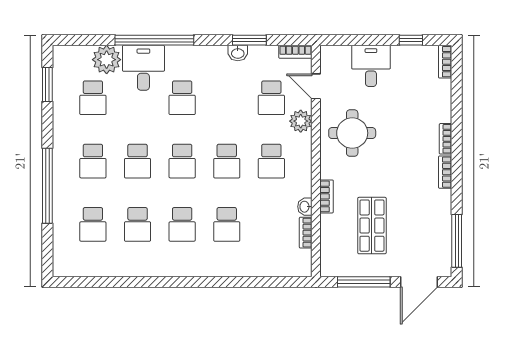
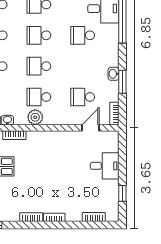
bookcase: (445, 62) -> (94, 217), moved
plant: (301, 121) -> (35, 117), moved
round table: (352, 133) -> (58, 153), removed

